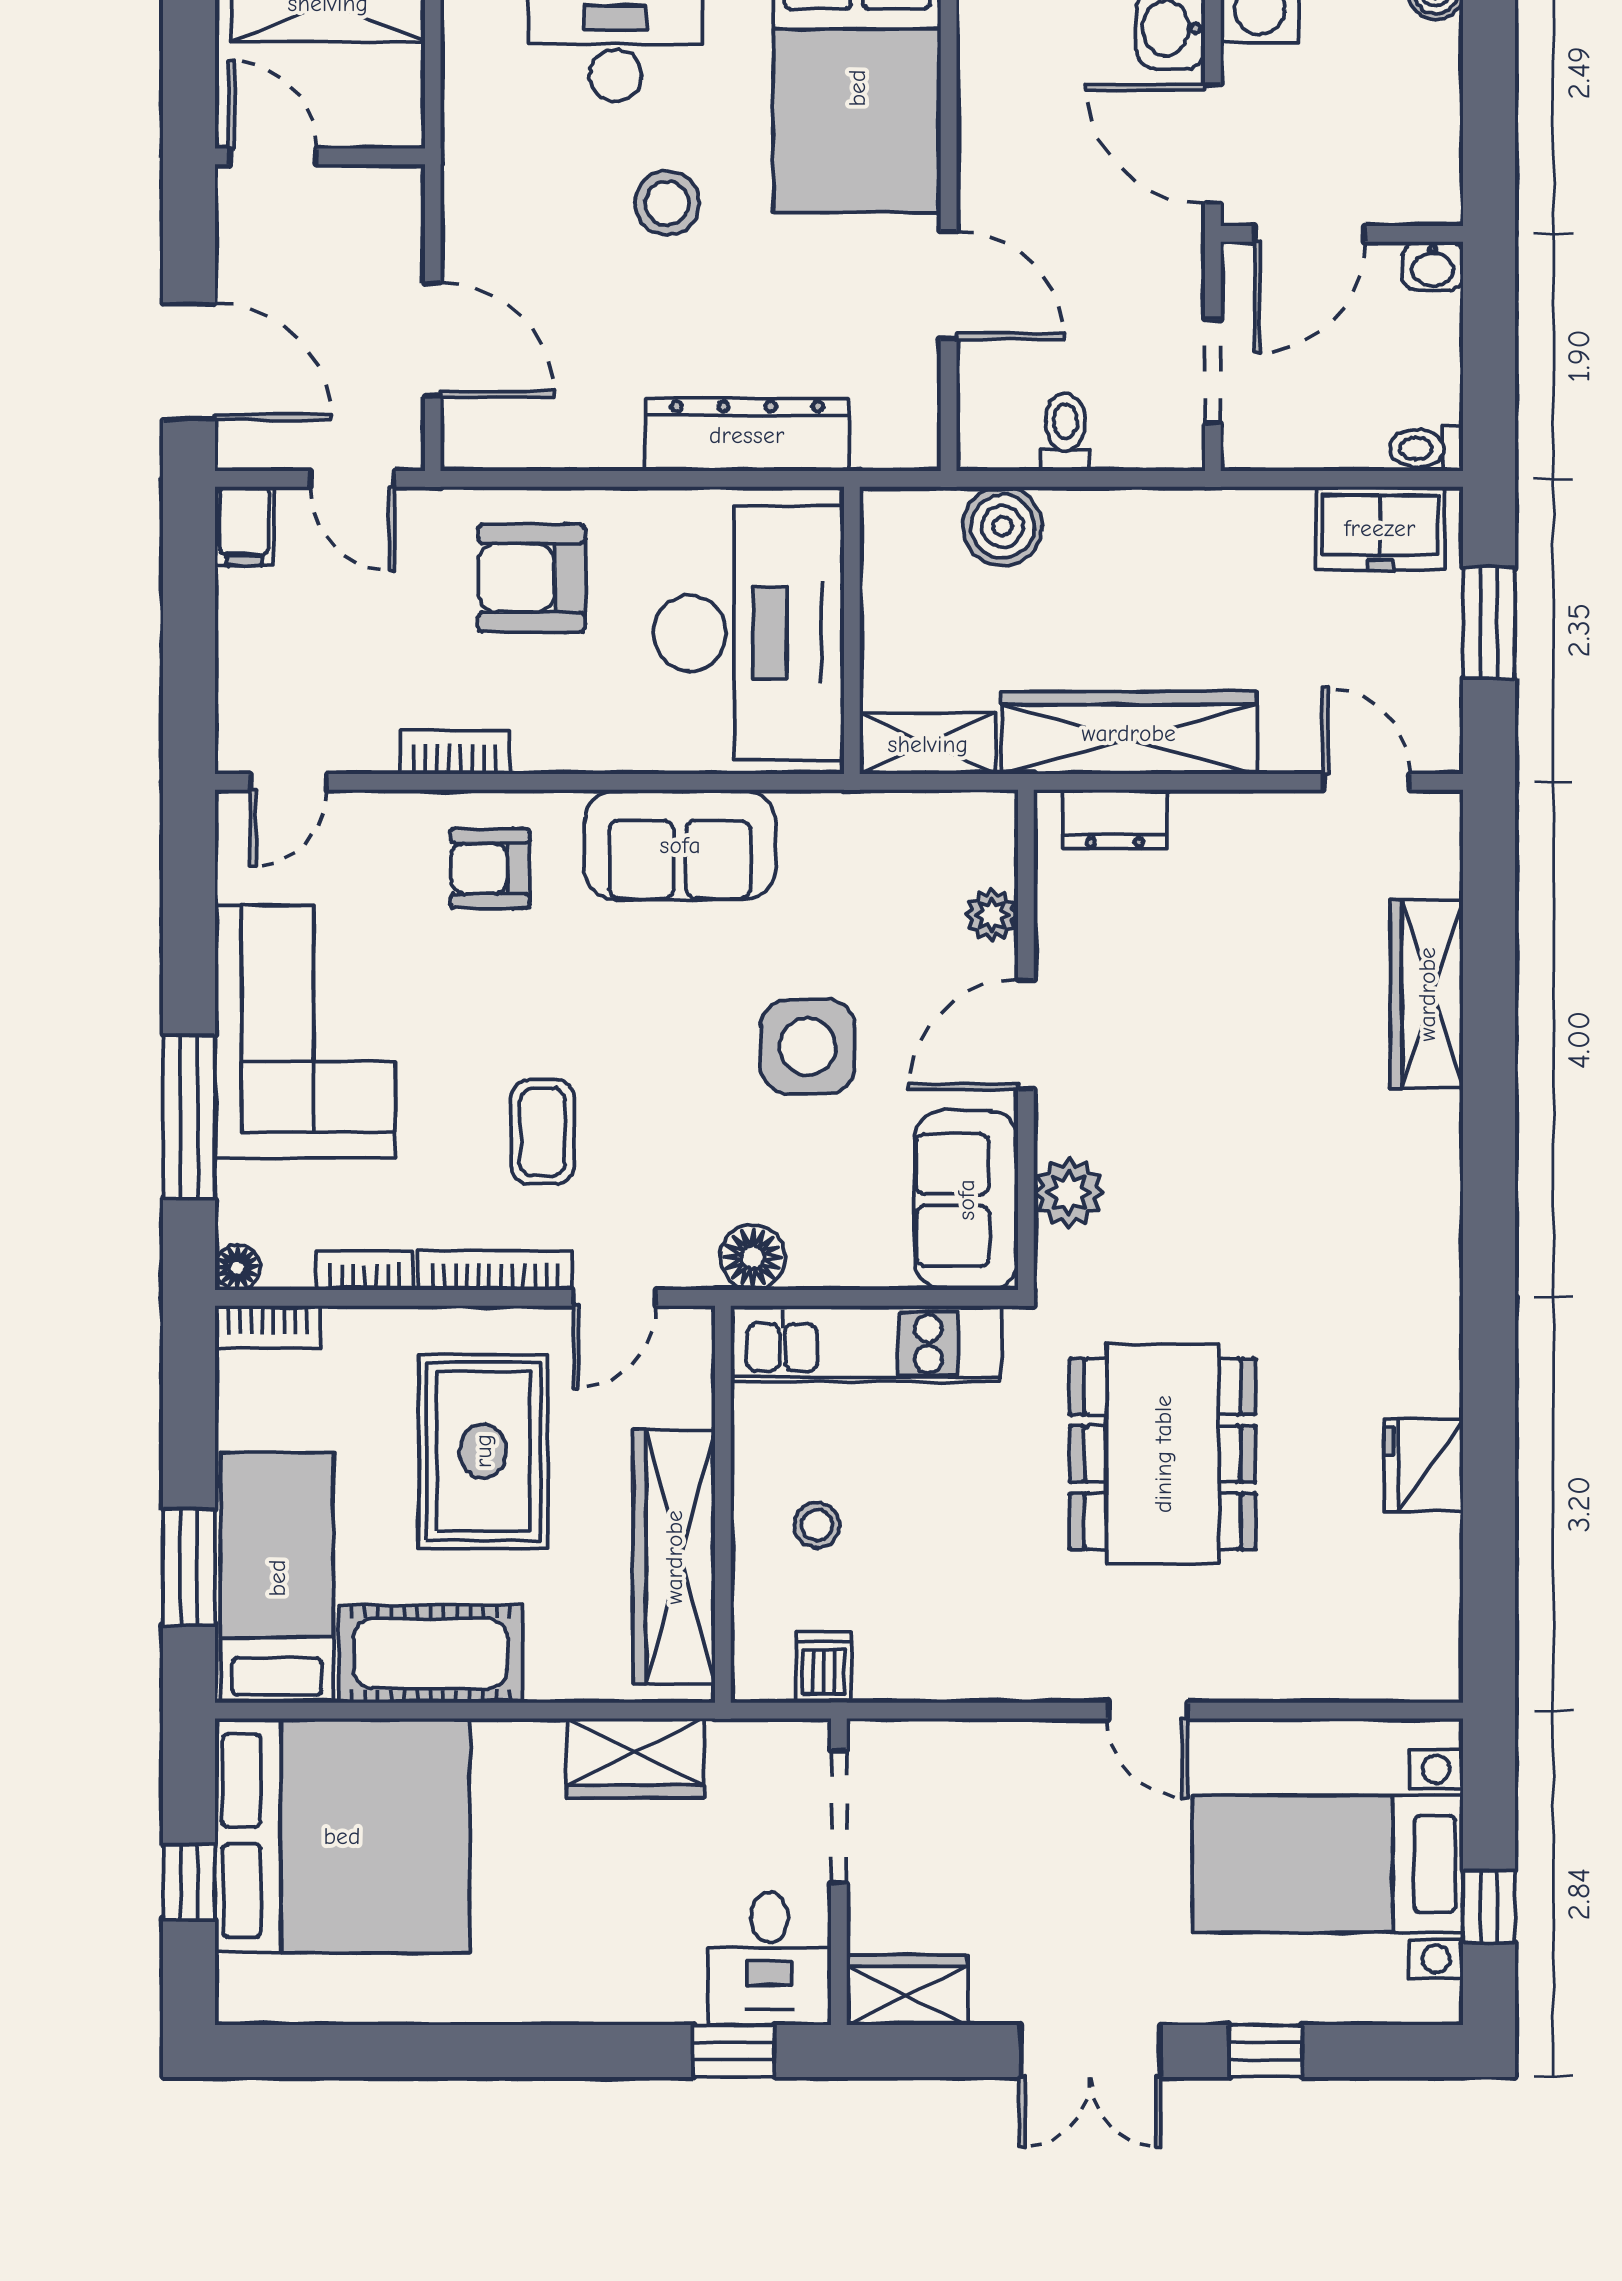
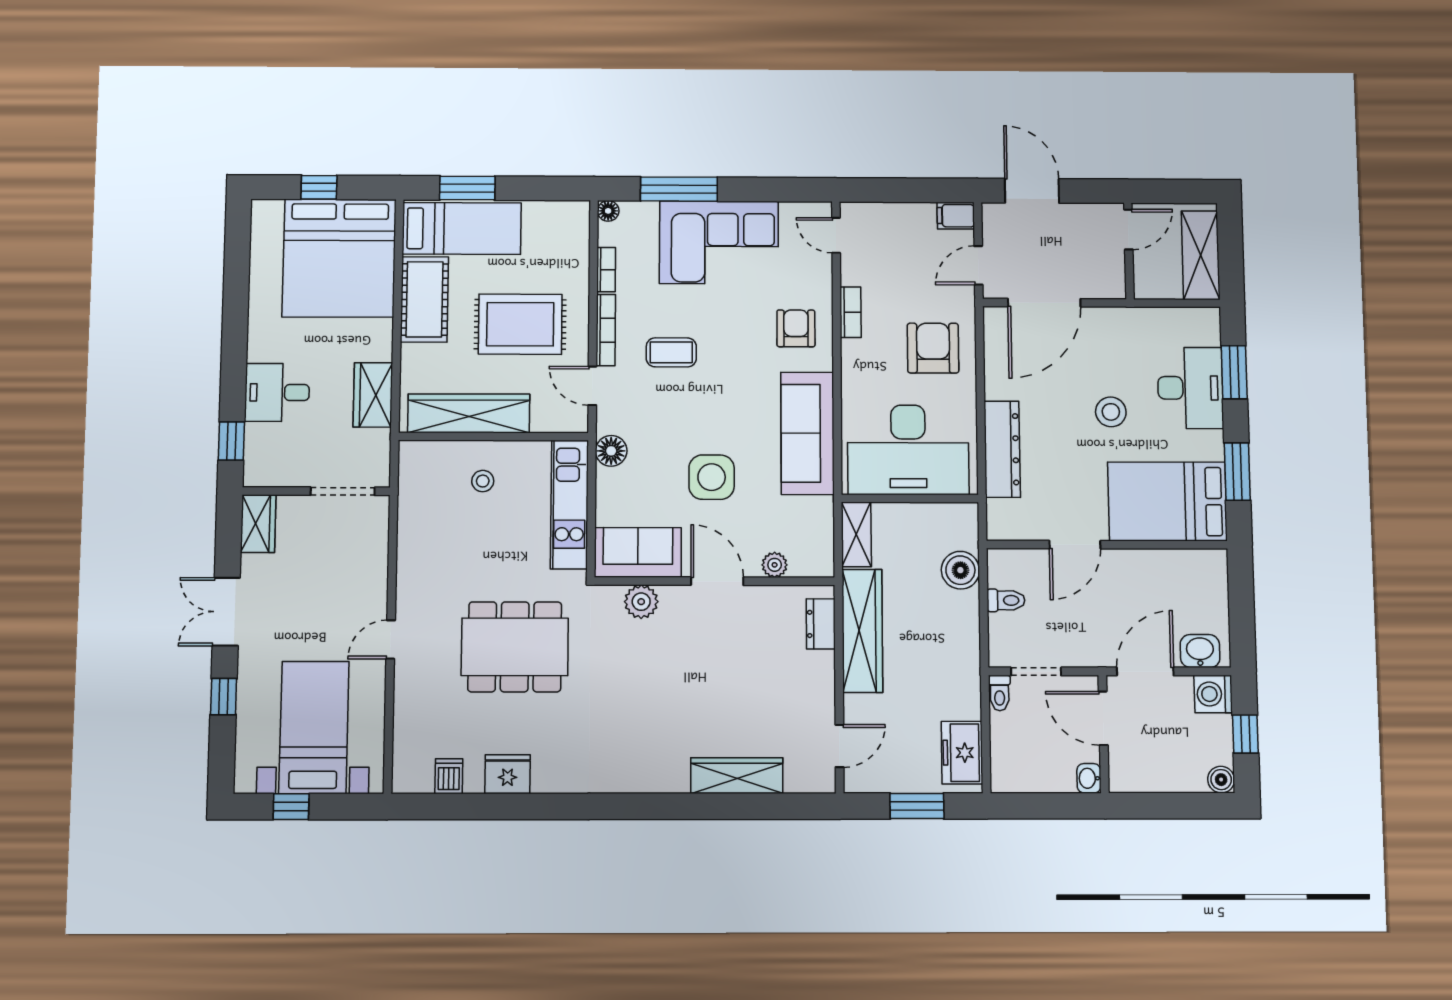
door: (433, 340) -> (1044, 303), width x1.36
door: (189, 362) -> (1032, 191), swing flipped
toilet: (1426, 449) -> (1000, 693), moved, turned 180
sofa: (680, 845) -> (807, 433), width x1.36
bookcase: (268, 1327) -> (580, 225), removed
dishwasher: (824, 1667) -> (449, 776), moved, turned -90
desk: (769, 1959) -> (277, 392), moved

